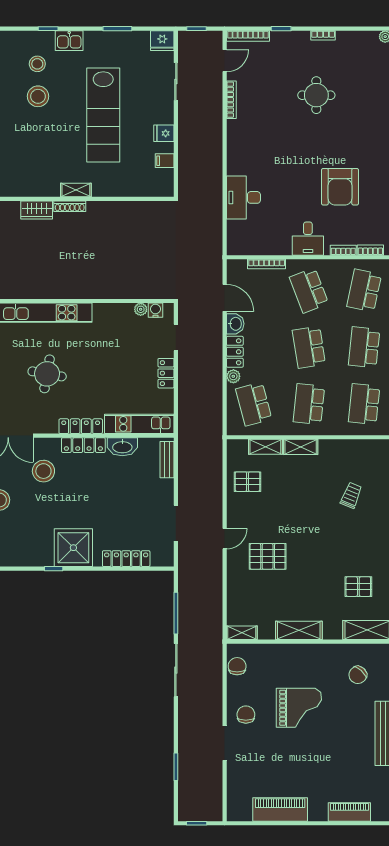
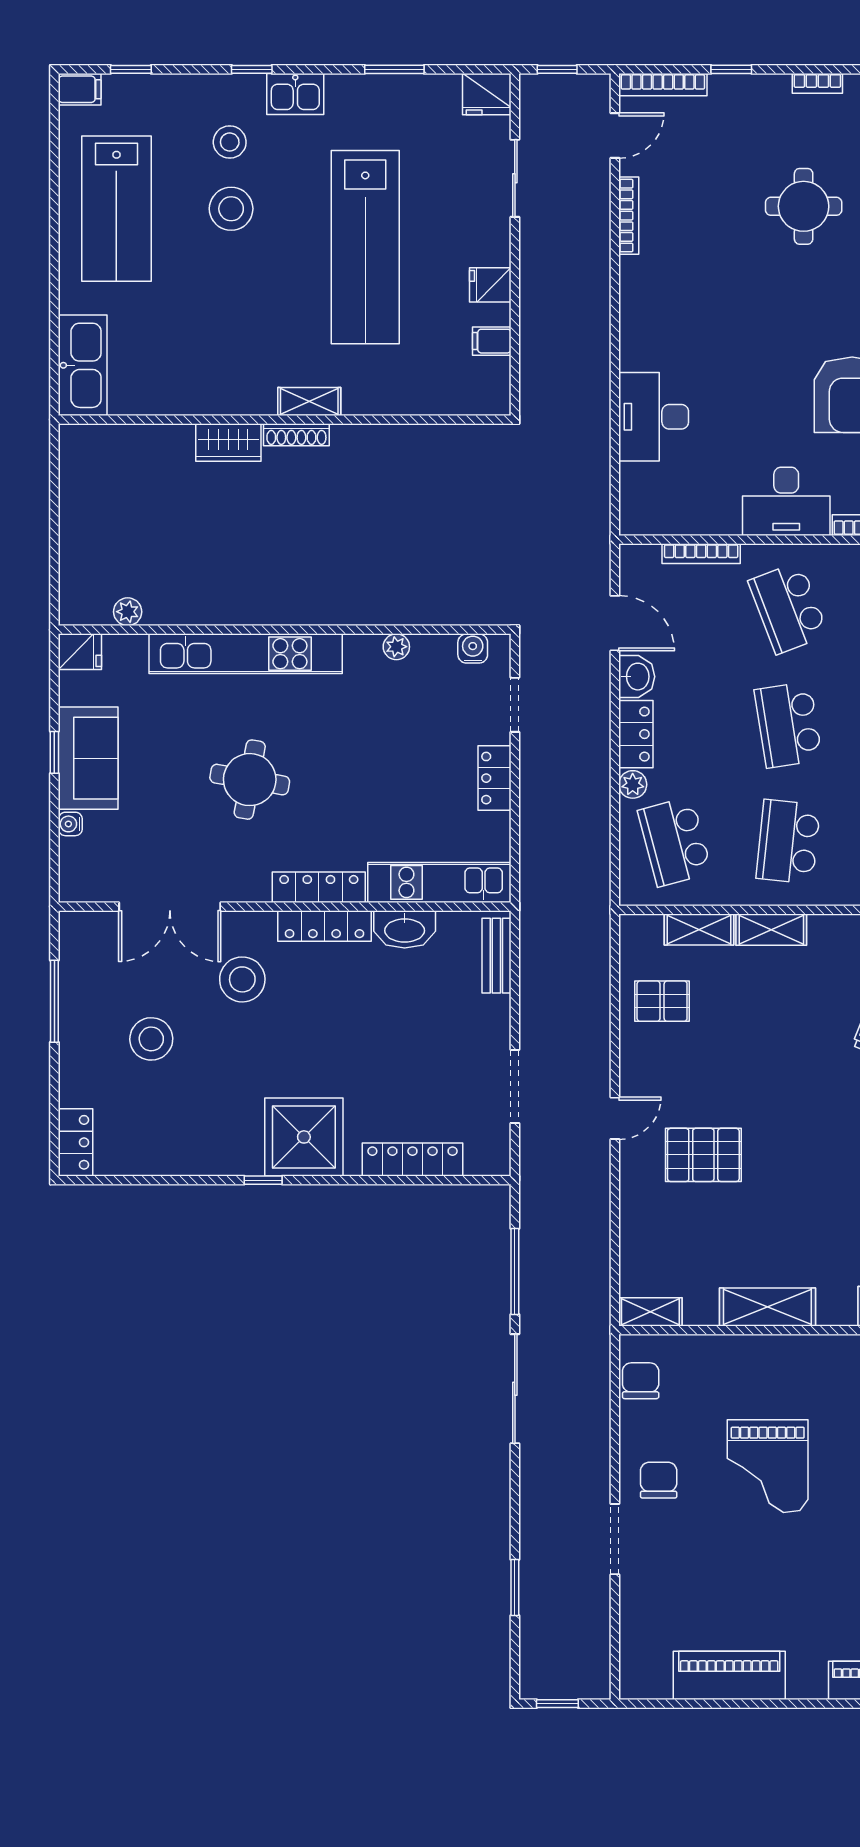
desk: (308, 239) -> (786, 501), width x1.37
plant: (141, 309) -> (396, 647), moved
grand piano: (299, 708) -> (768, 1466), turned 90

